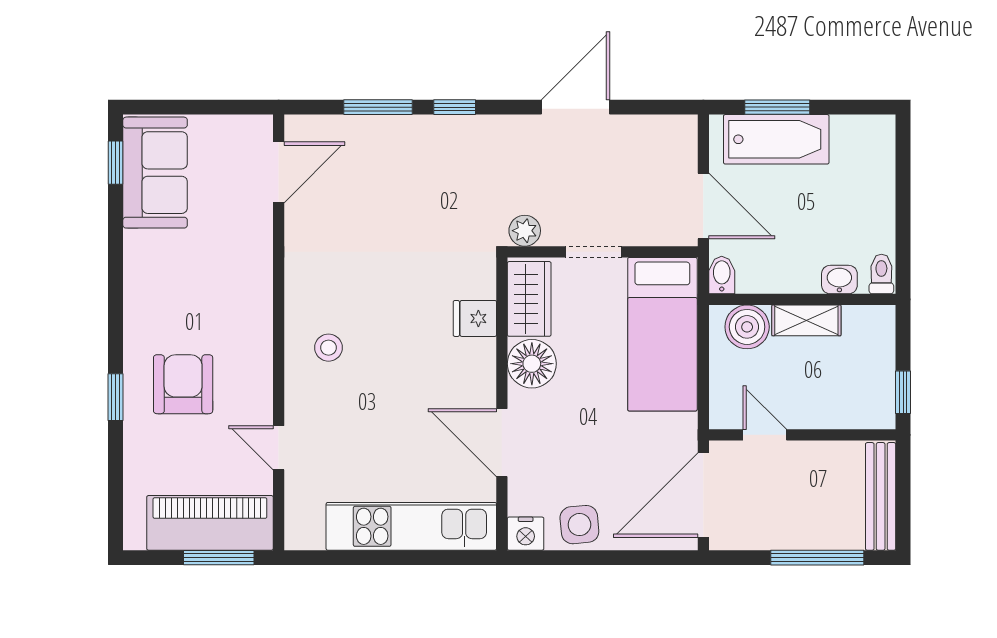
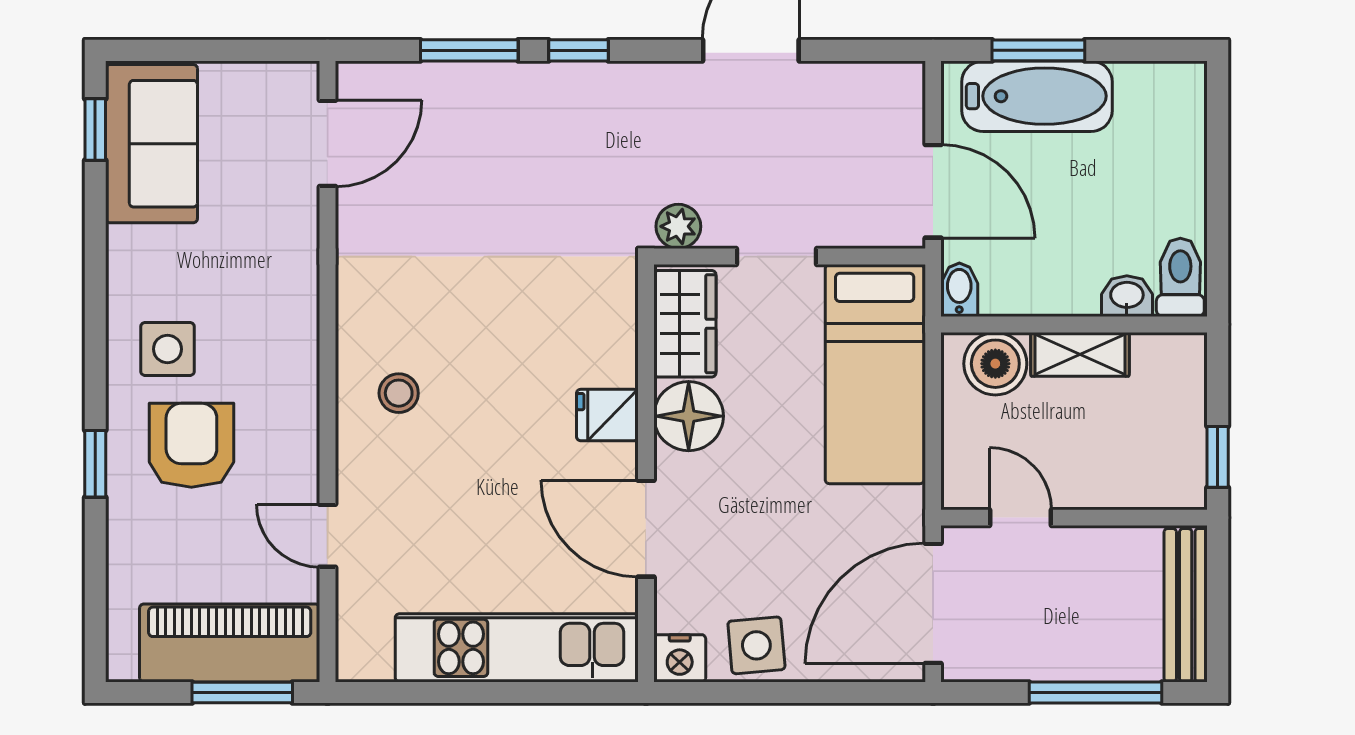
toilet: (881, 274) -> (1180, 277), width x1.37, depth x1.39
side table: (166, 317) -> (167, 349), added
fridge: (475, 318) -> (607, 415), moved

